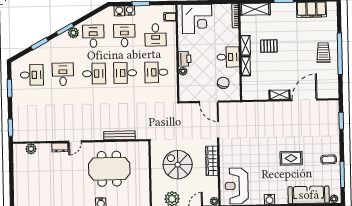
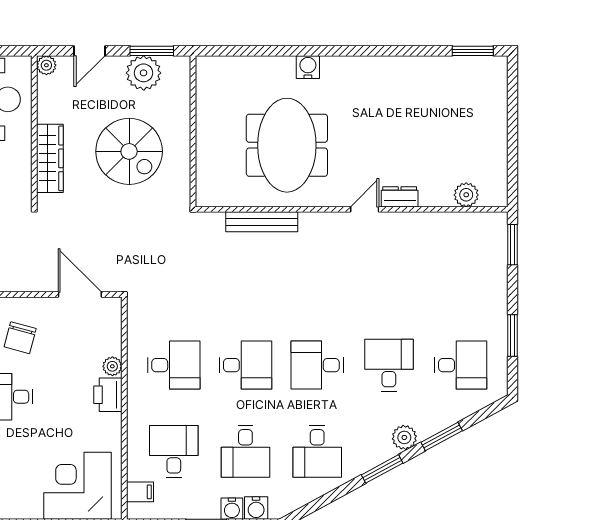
plant: (73, 33) -> (404, 437), moved
desk: (63, 74) -> (389, 365), turned 180
desk: (32, 75) -> (461, 365), turned 180
door: (209, 102) -> (80, 295), moved
meeting table: (109, 169) -> (287, 145), turned 90

